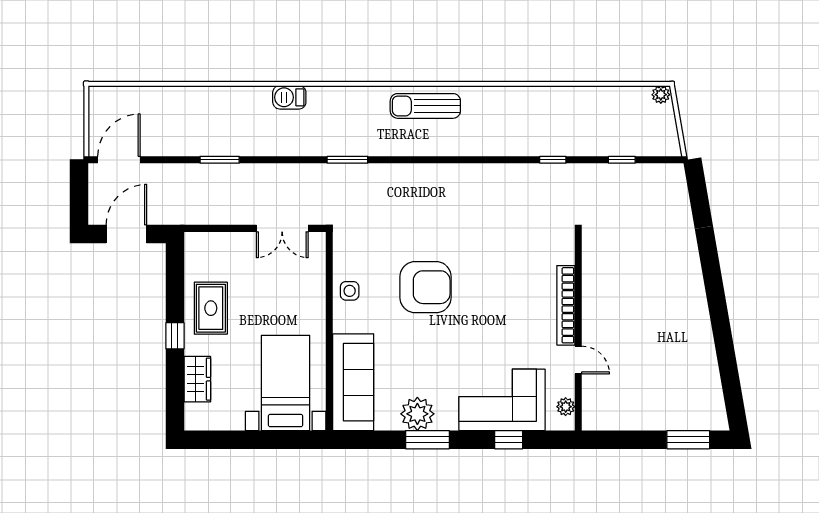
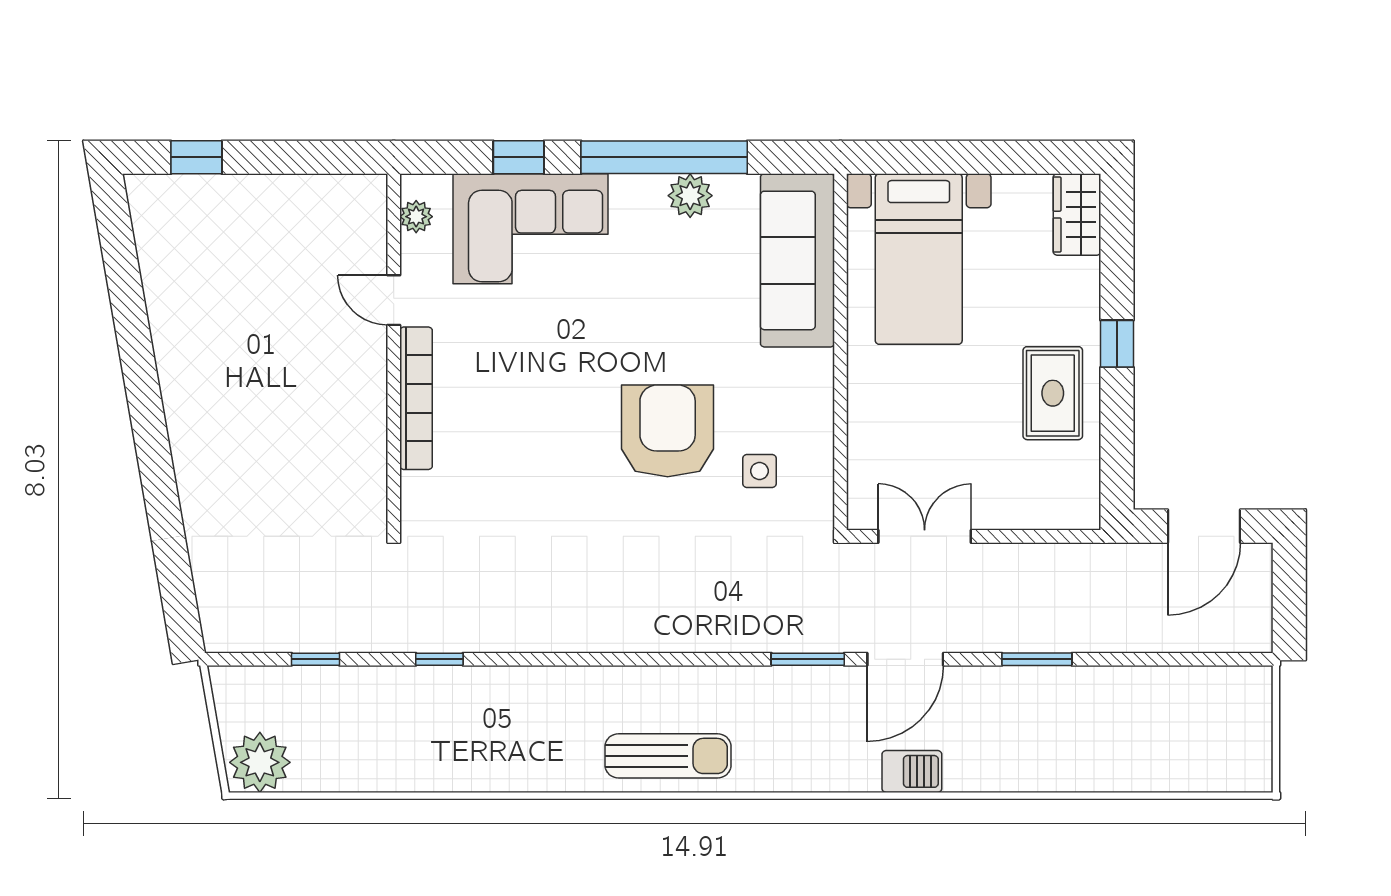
plant: (661, 95) -> (260, 762), width x1.88, depth x1.88
door: (119, 160) -> (905, 659), moved
armchair: (426, 287) -> (668, 431), turned 90
side table: (350, 291) -> (759, 471), moved
wardrobe: (197, 379) -> (1077, 215), moved
plant: (417, 414) -> (690, 196), width x0.73, depth x0.73
window: (427, 440) -> (664, 157), width x2.11
window: (688, 440) -> (196, 157), width x0.67

